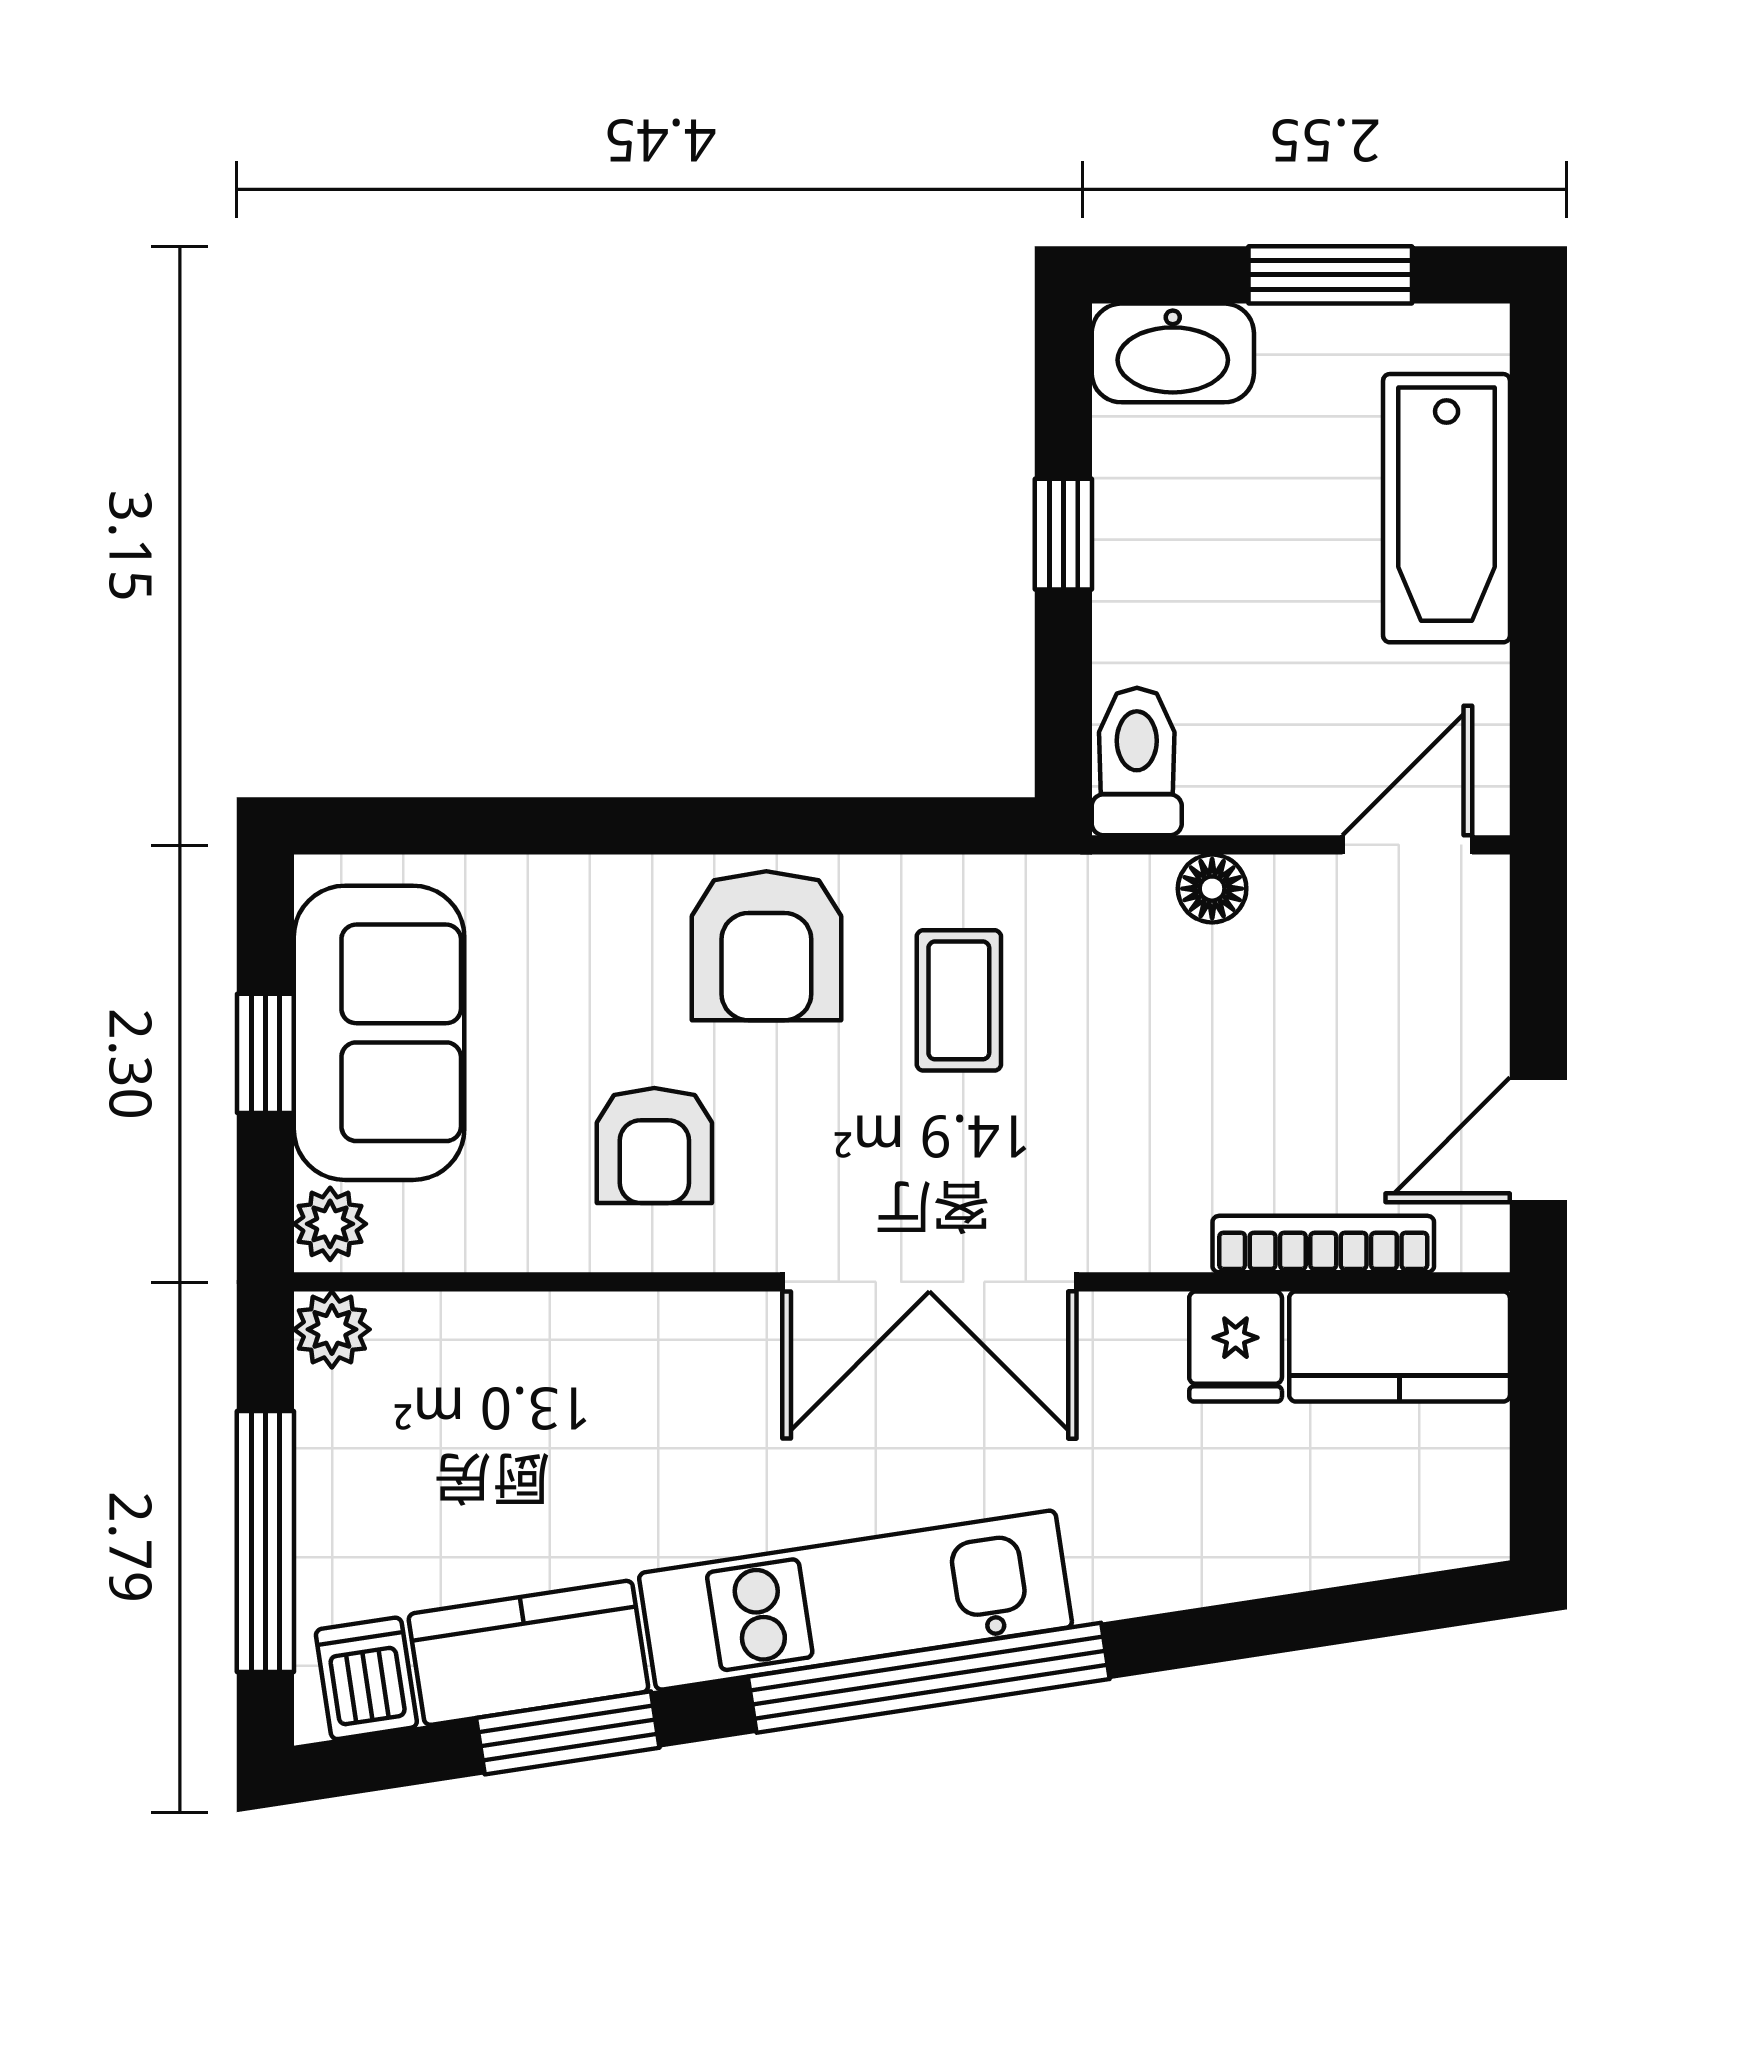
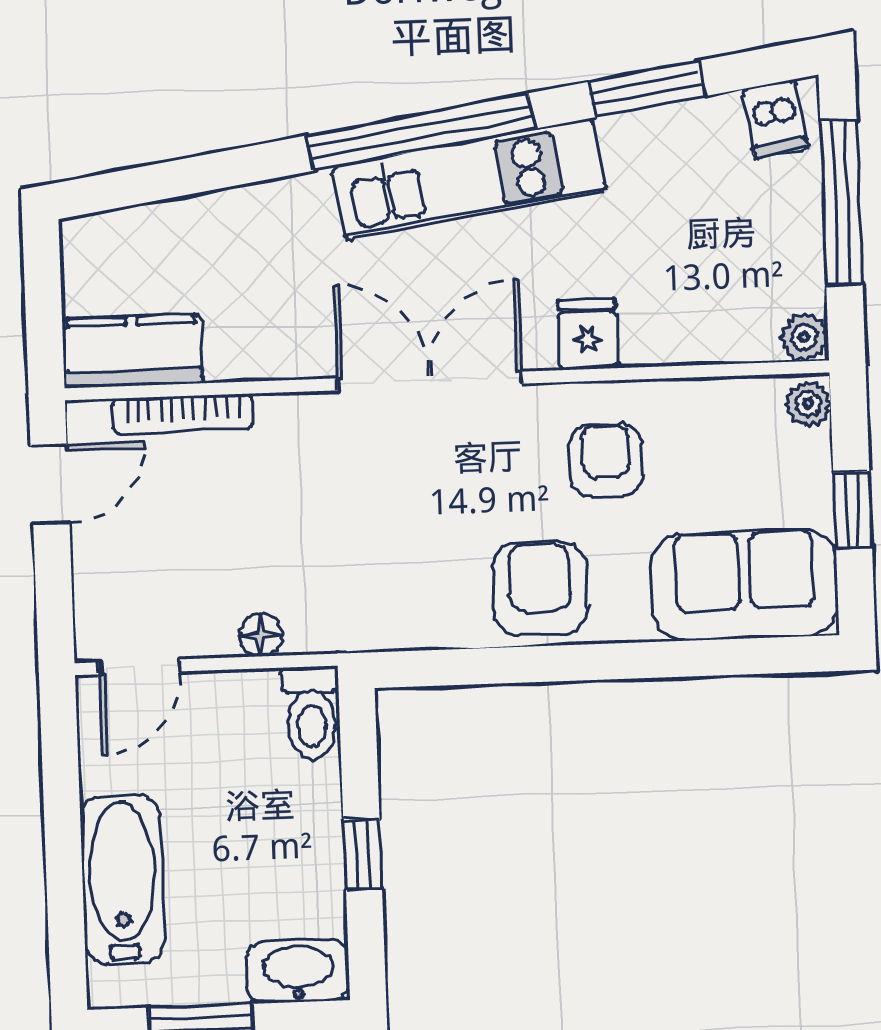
coffee table: (959, 1000) -> (418, 559), removed
sofa: (379, 1033) -> (745, 585), moved, turned 90
fridge: (1236, 1347) -> (588, 334), moved
kitchen counter: (528, 1653) -> (673, 138), removed

